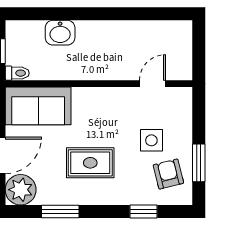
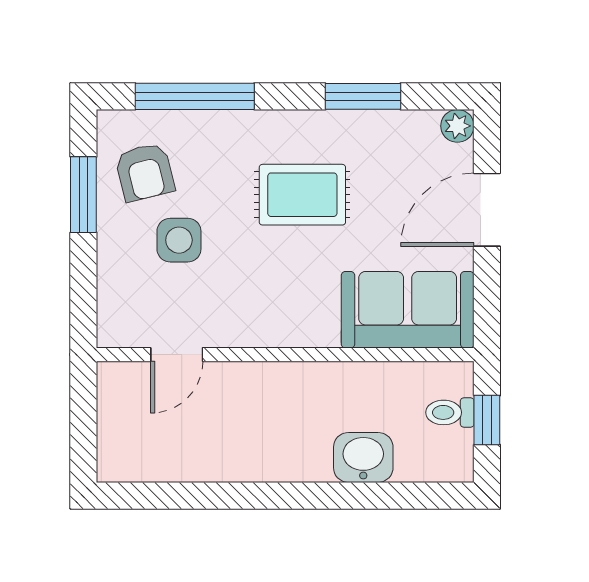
toilet: (17, 73) -> (450, 412), moved
plant: (21, 190) -> (457, 126), width x0.53, depth x0.53
window: (144, 212) -> (195, 96), width x2.17

